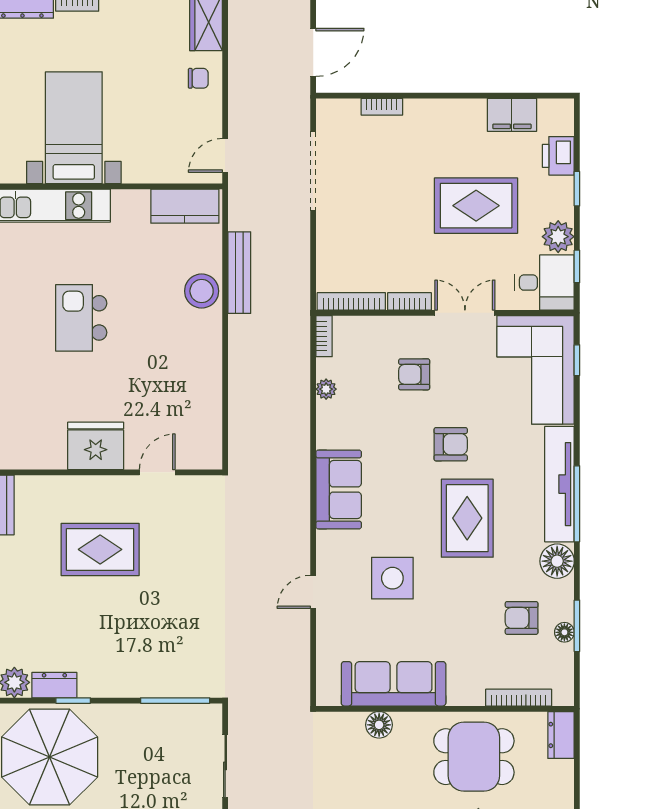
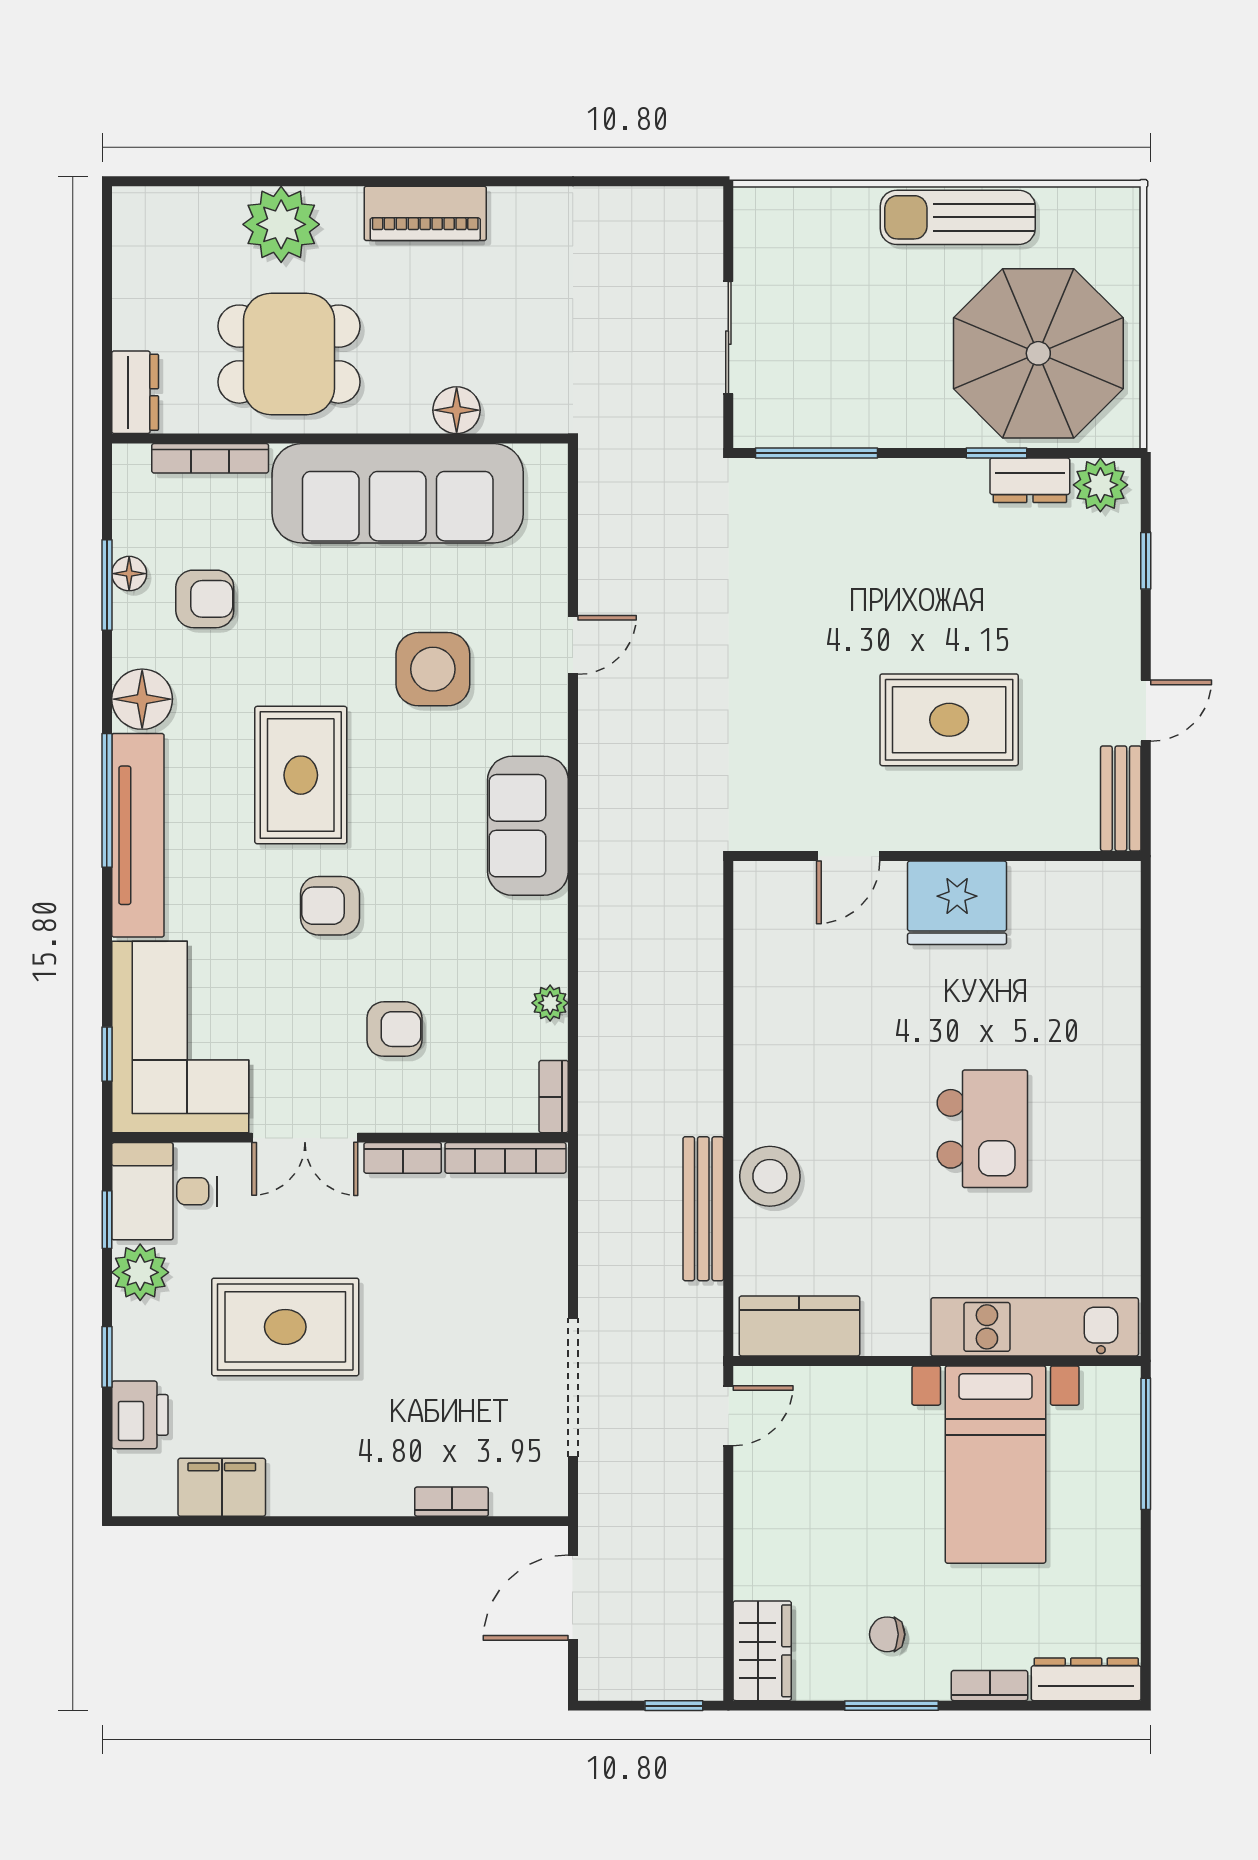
chair: (198, 78) -> (887, 1634), moved
sofa: (394, 684) -> (398, 493), width x1.36, depth x1.27

